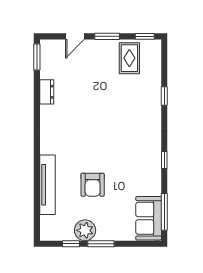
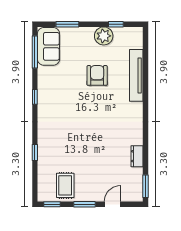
window: (101, 244) -> (67, 24), moved

